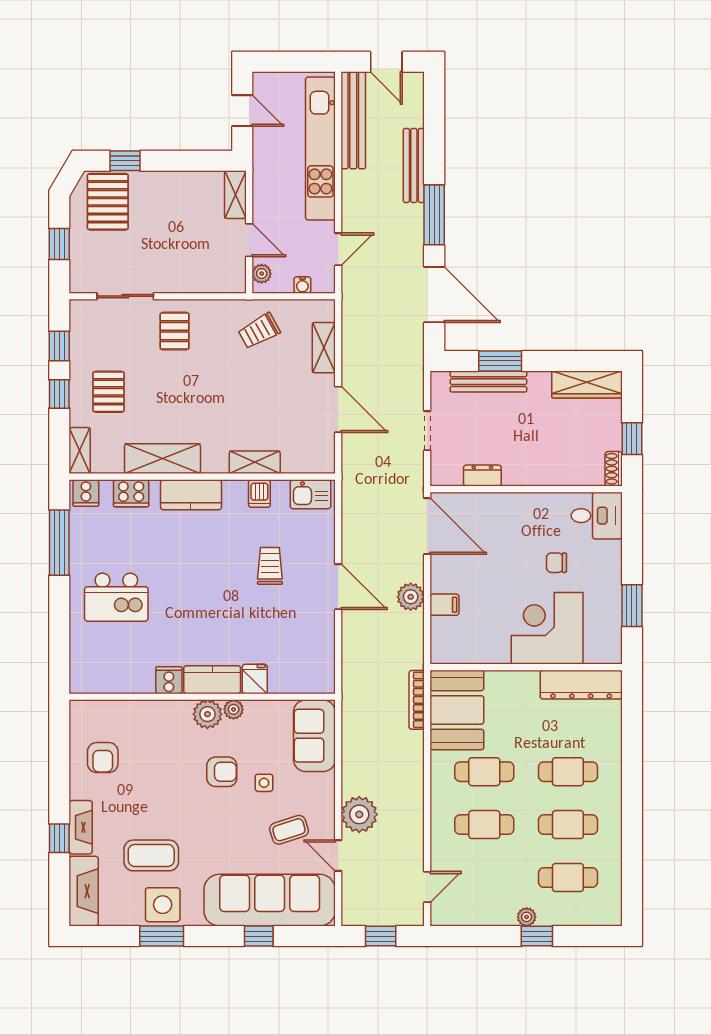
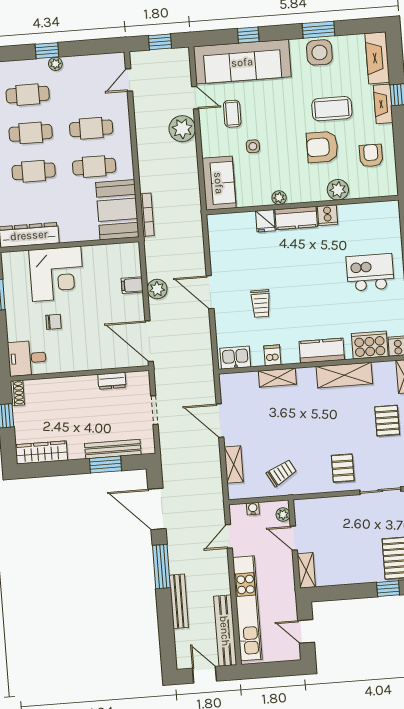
cooker: (131, 493) -> (370, 345), width x1.37, depth x1.31
plant: (207, 714) -> (338, 190), moved
armchair: (222, 772) -> (322, 147), moved, width x1.38, depth x1.38
coffee table: (289, 830) -> (232, 114), turned -72
coffee table: (151, 855) -> (332, 109), moved

